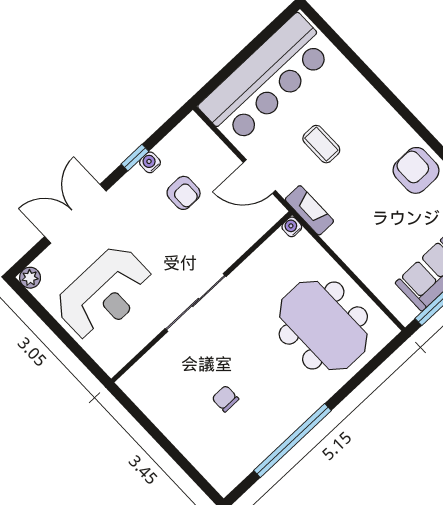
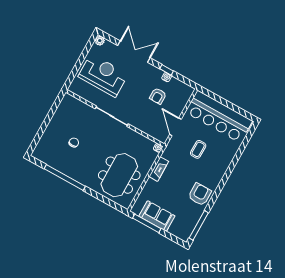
fireplace: (309, 210) -> (159, 169), moved
reception desk: (105, 293) -> (103, 75), turned 180

